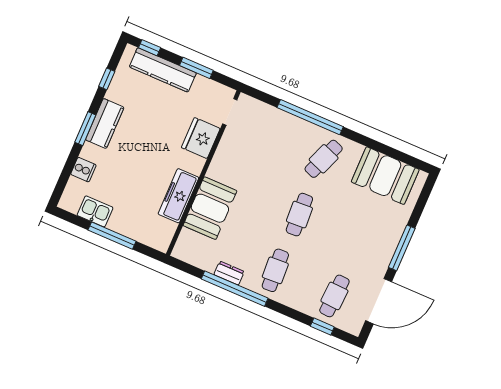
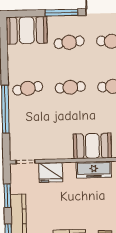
cafe table: (324, 159) -> (28, 88), turned -30
booth: (385, 176) -> (27, 30), moved, turned 90
cafe table: (359, 240) -> (69, 42), added

